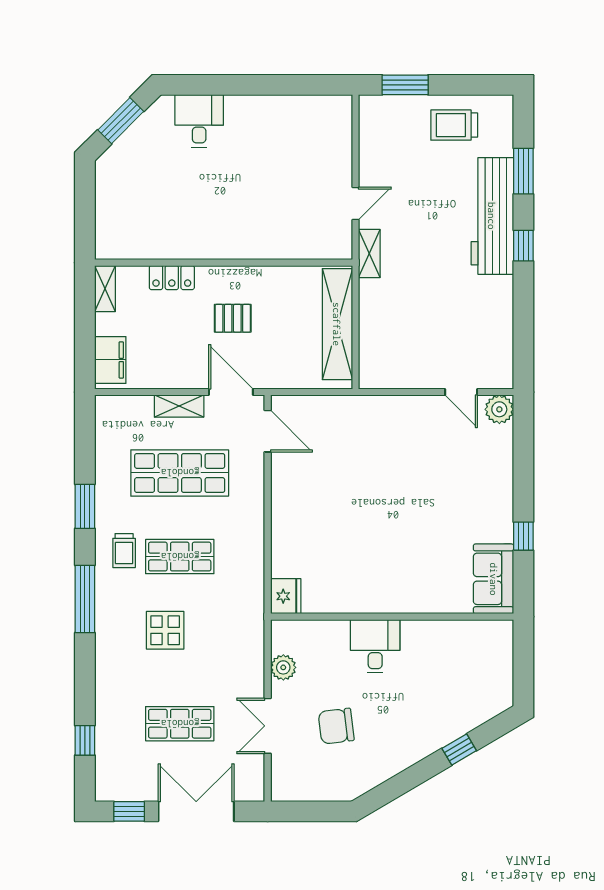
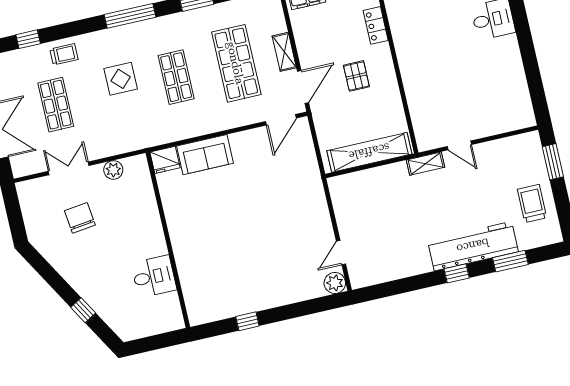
trolley: (124, 551) -> (64, 54), moved, turned 180
sofa: (494, 579) -> (205, 155), moved, turned 180
desk: (375, 646) -> (154, 276), moved

